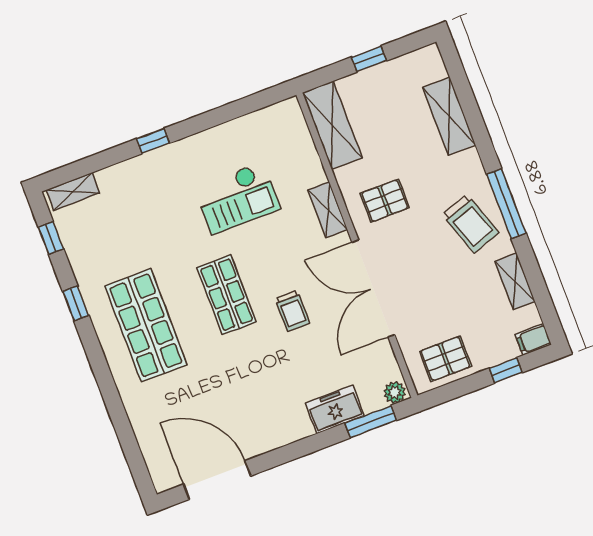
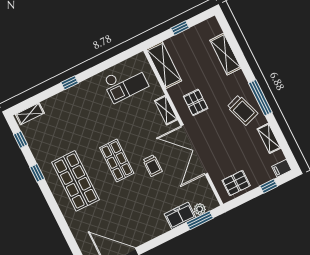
checkout: (237, 198) -> (125, 83), moved
pallet: (385, 201) -> (196, 102), turned 90
plant: (395, 392) -> (200, 209), moved

